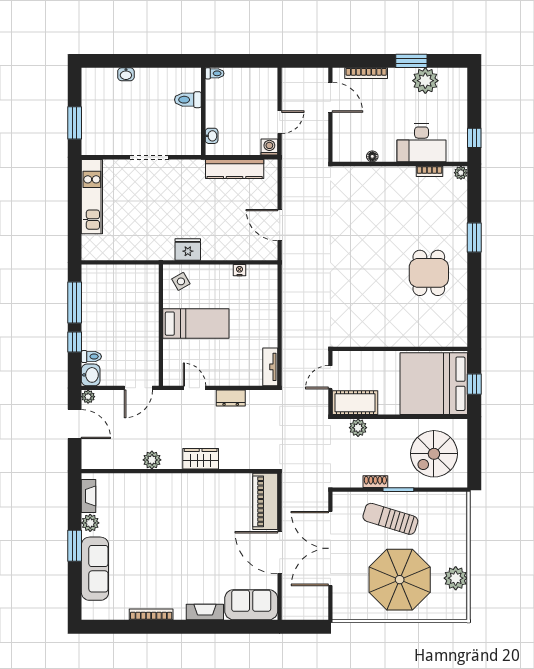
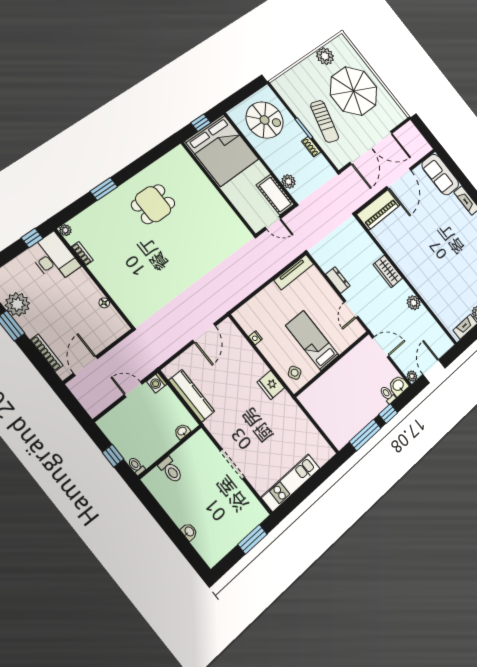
window: (238, 61) -> (113, 456), added
desk: (422, 143) -> (54, 258), moved
tv unit: (270, 367) -> (294, 272), width x1.41

